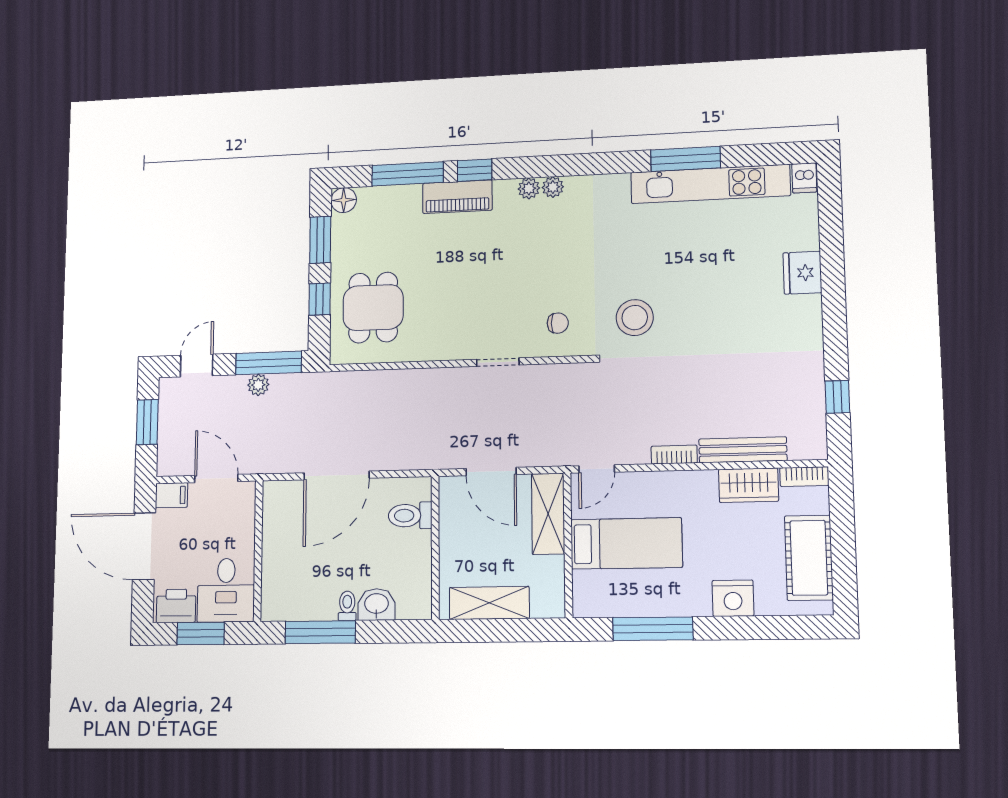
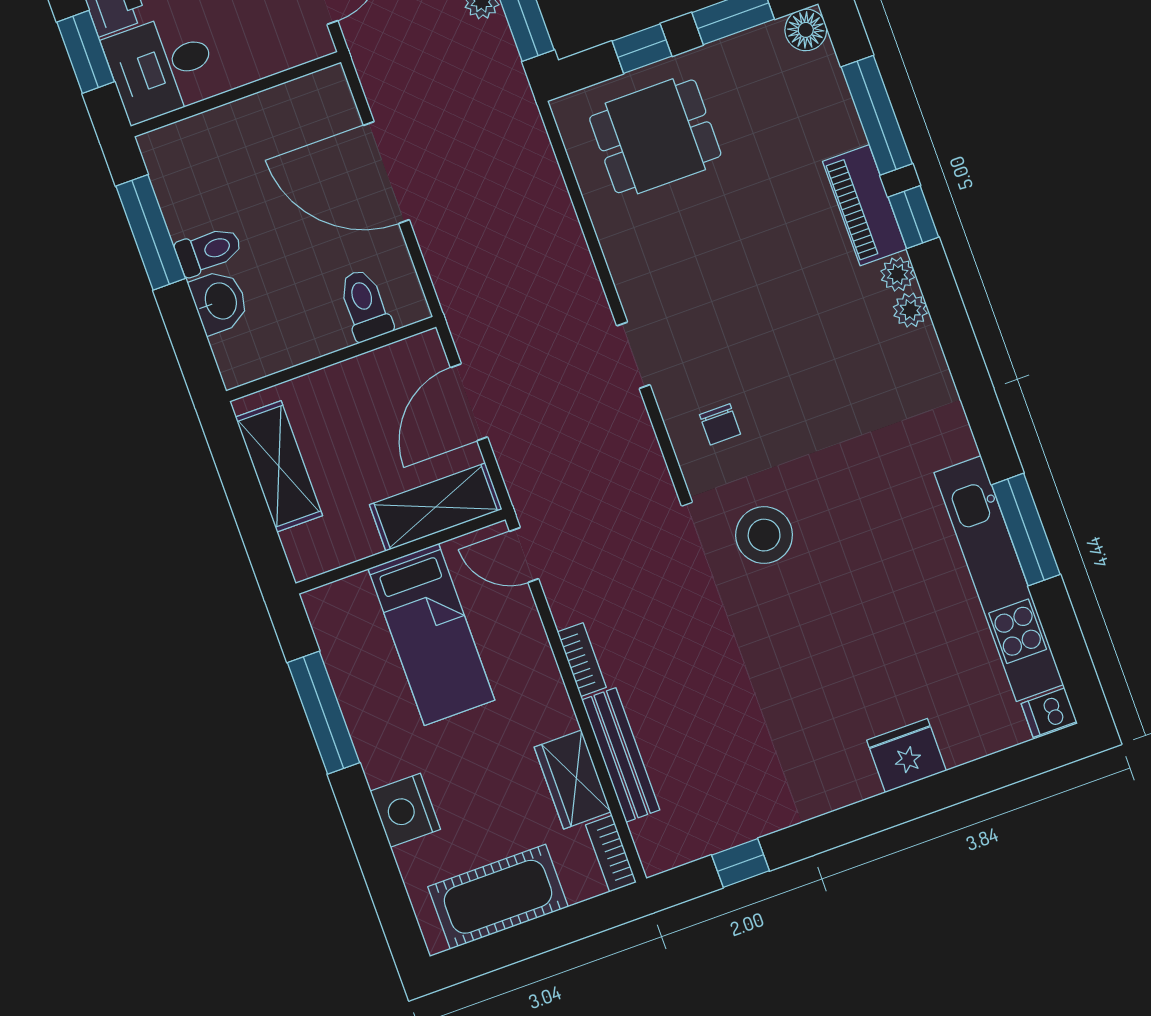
plant: (553, 187) -> (898, 274), moved
toilet: (347, 606) -> (209, 251), width x1.37, depth x1.39

